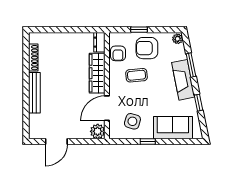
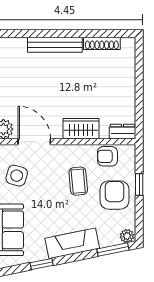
window: (191, 65) -> (113, 250), moved
wardrobe: (97, 73) -> (81, 129), width x0.67

